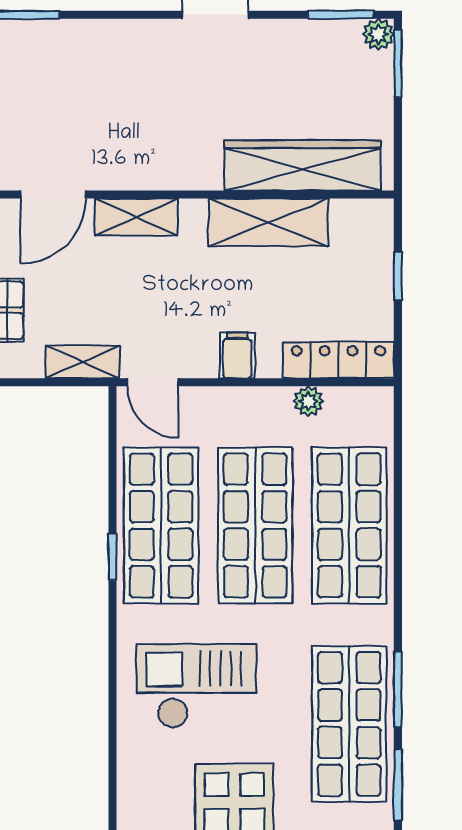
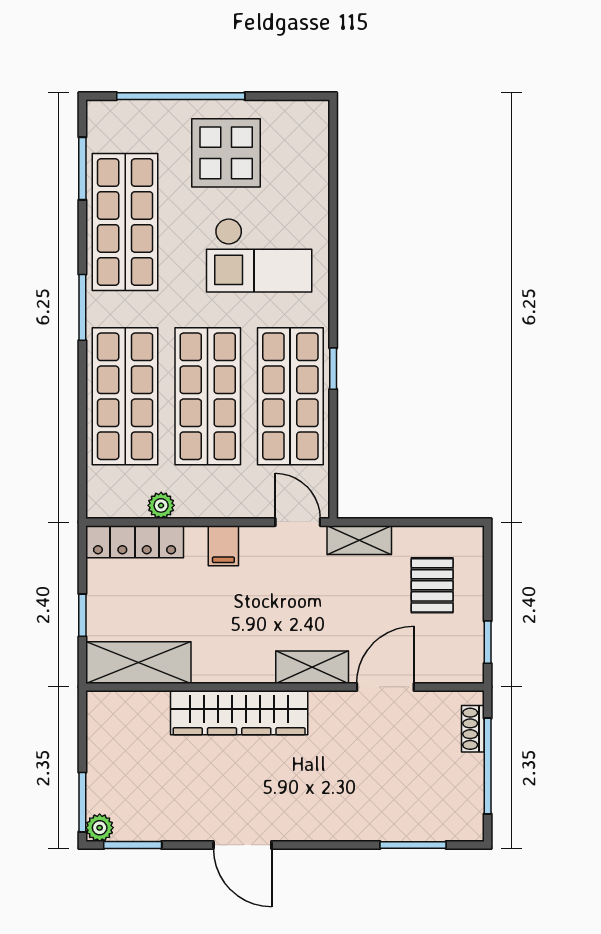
wardrobe: (303, 165) -> (239, 713), moved
shelving: (268, 222) -> (138, 663), moved
window: (398, 690) -> (82, 307), moved

